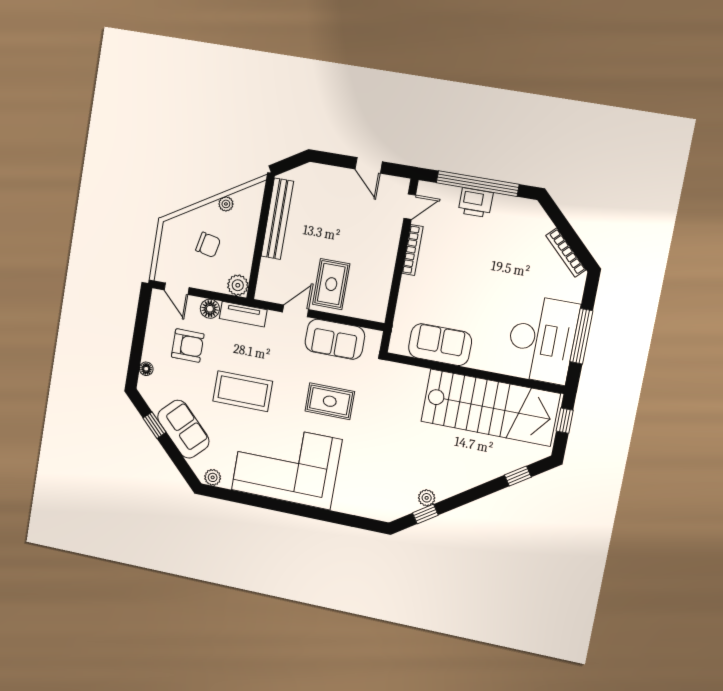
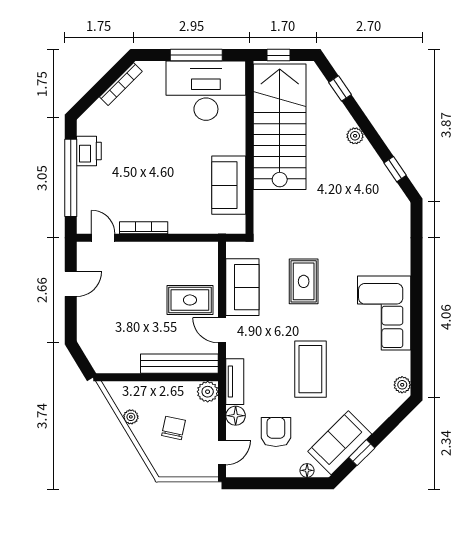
printer: (476, 203) -> (89, 151), moved
bench: (277, 219) -> (179, 364), moved
sofa: (183, 429) -> (340, 443), moved
corner sofa: (286, 465) -> (384, 313), width x0.73, depth x0.74
plant: (427, 498) -> (355, 136), moved

